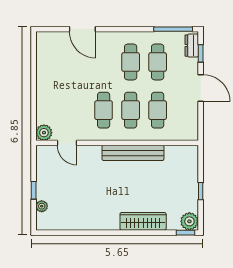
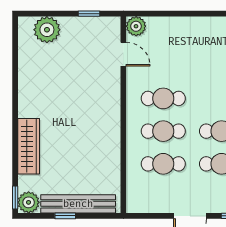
door: (67, 143) -> (123, 54), swing flipped
bench: (133, 153) -> (78, 204), moved, turned 90
window: (34, 190) -> (89, 14), moved
plant: (42, 206) -> (47, 30), width x1.87, depth x1.87

